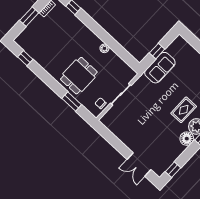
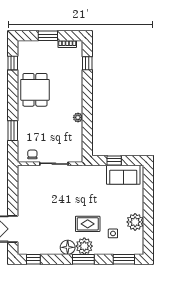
sofa: (160, 68) -> (123, 175), moved
dining table: (79, 76) -> (35, 90), moved, turned 90

